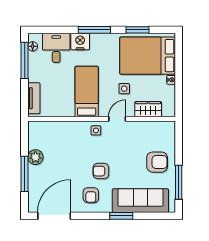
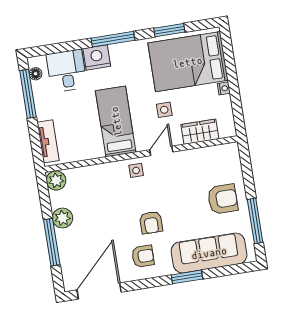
plant: (35, 128) -> (56, 180), added
armchair: (101, 171) -> (151, 223), turned -90
armchair: (91, 195) -> (143, 256), turned -90

